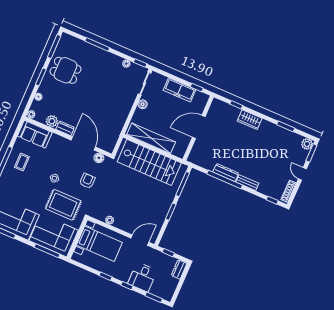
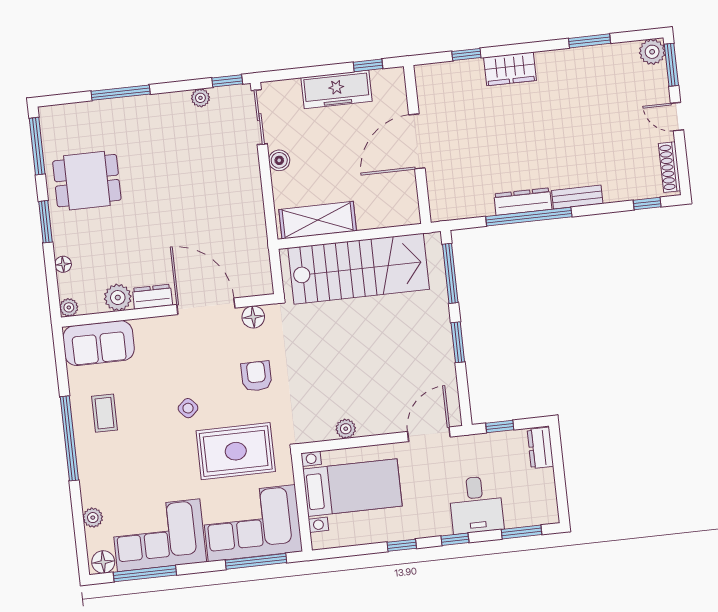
shelving: (151, 138) -> (318, 220), width x0.68

